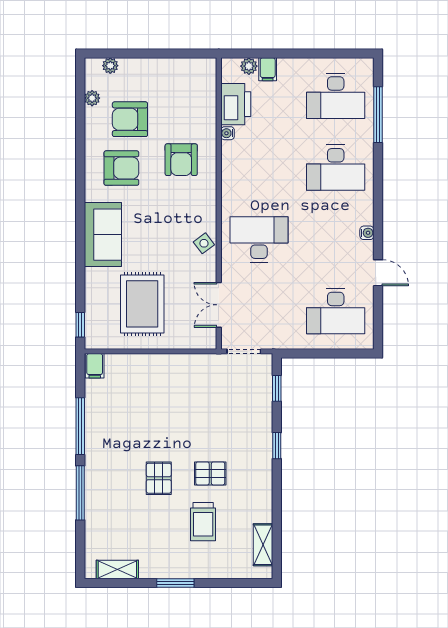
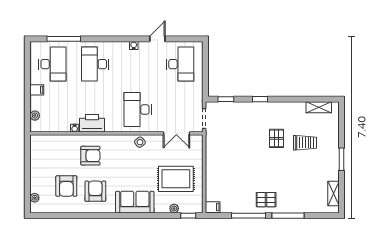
filing cabinet: (268, 69) -> (37, 90), moved
plant: (92, 98) -> (174, 209), moved
printer: (236, 104) -> (92, 123), moved
desk: (336, 168) -> (95, 64), turned 180
pallet: (159, 478) -> (266, 200), moved

